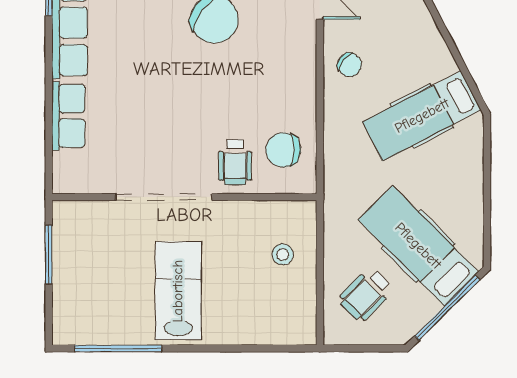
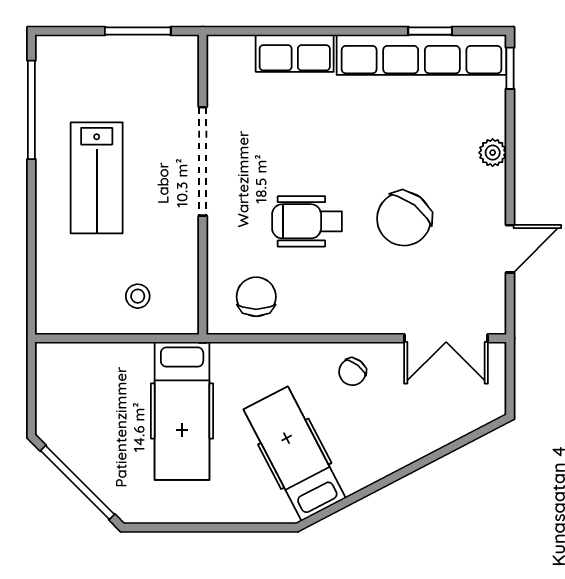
wheelchair: (235, 162) -> (307, 221), moved, width x1.36, depth x1.37
hospital bed: (418, 246) -> (182, 411), moved, turned 135
lab bench: (178, 291) -> (97, 178), turned 90
wheelchair: (366, 295) -> (92, 390), removed

